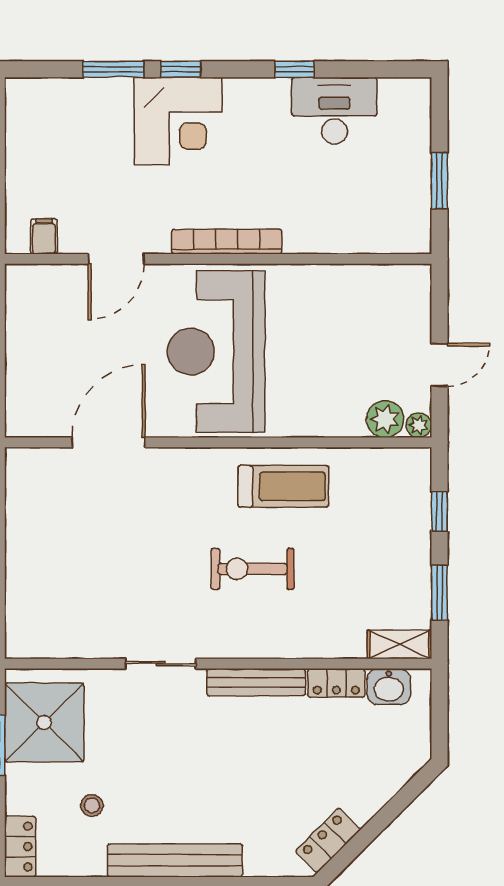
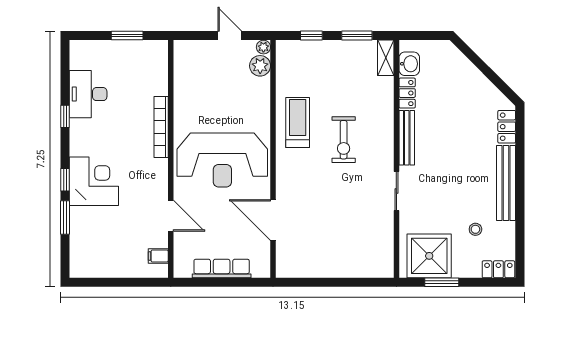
bookcase: (227, 242) -> (161, 127), moved
row of seats: (22, 350) -> (222, 268), added
locker: (328, 840) -> (507, 127), moved, turned 45

